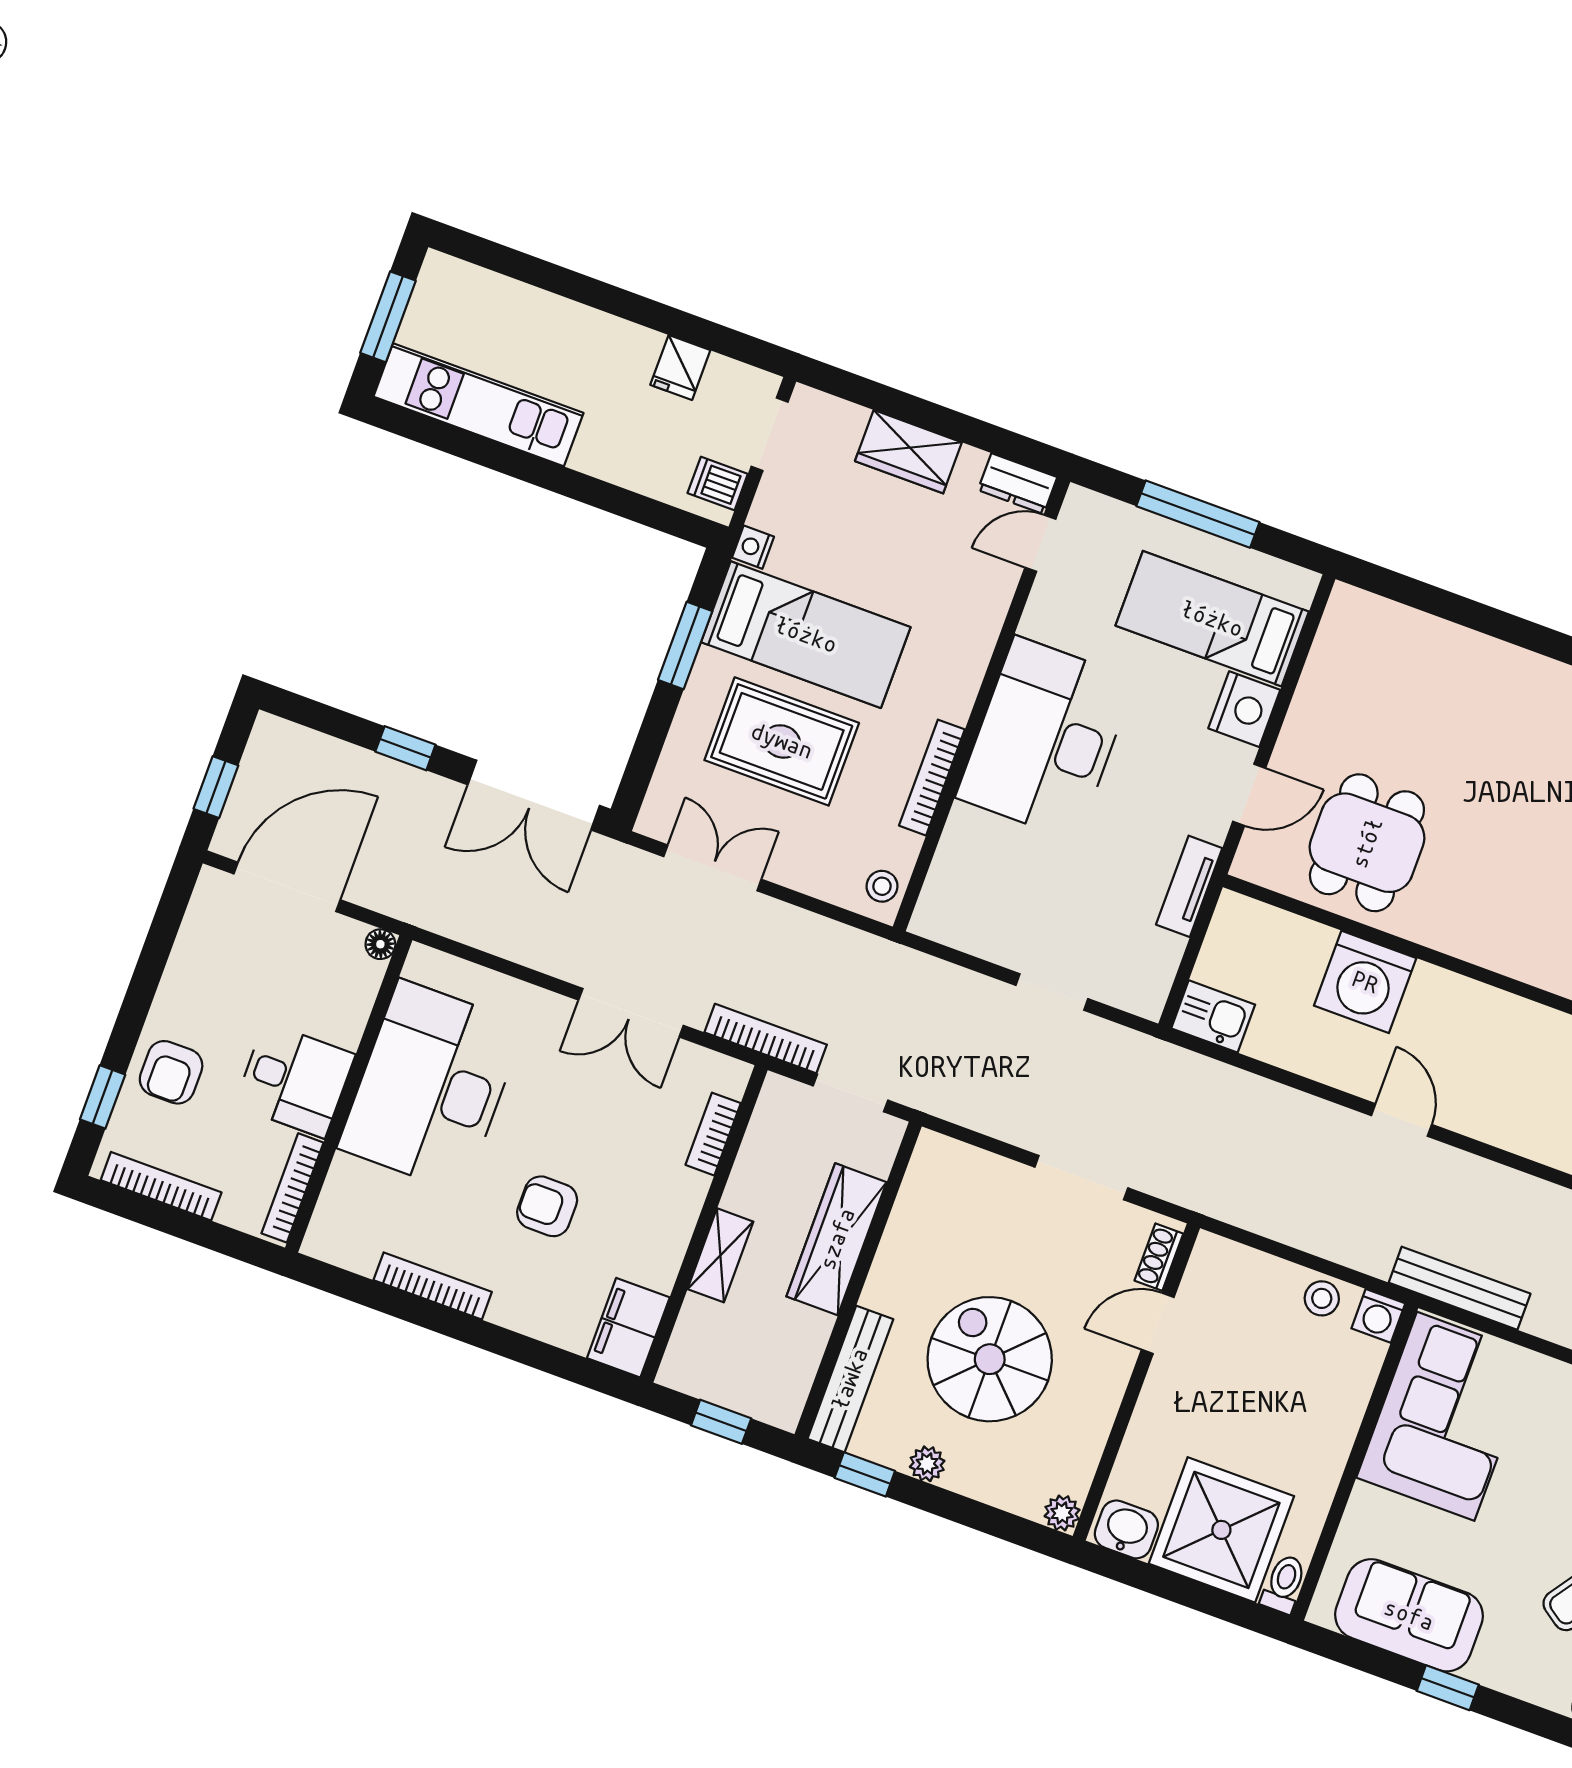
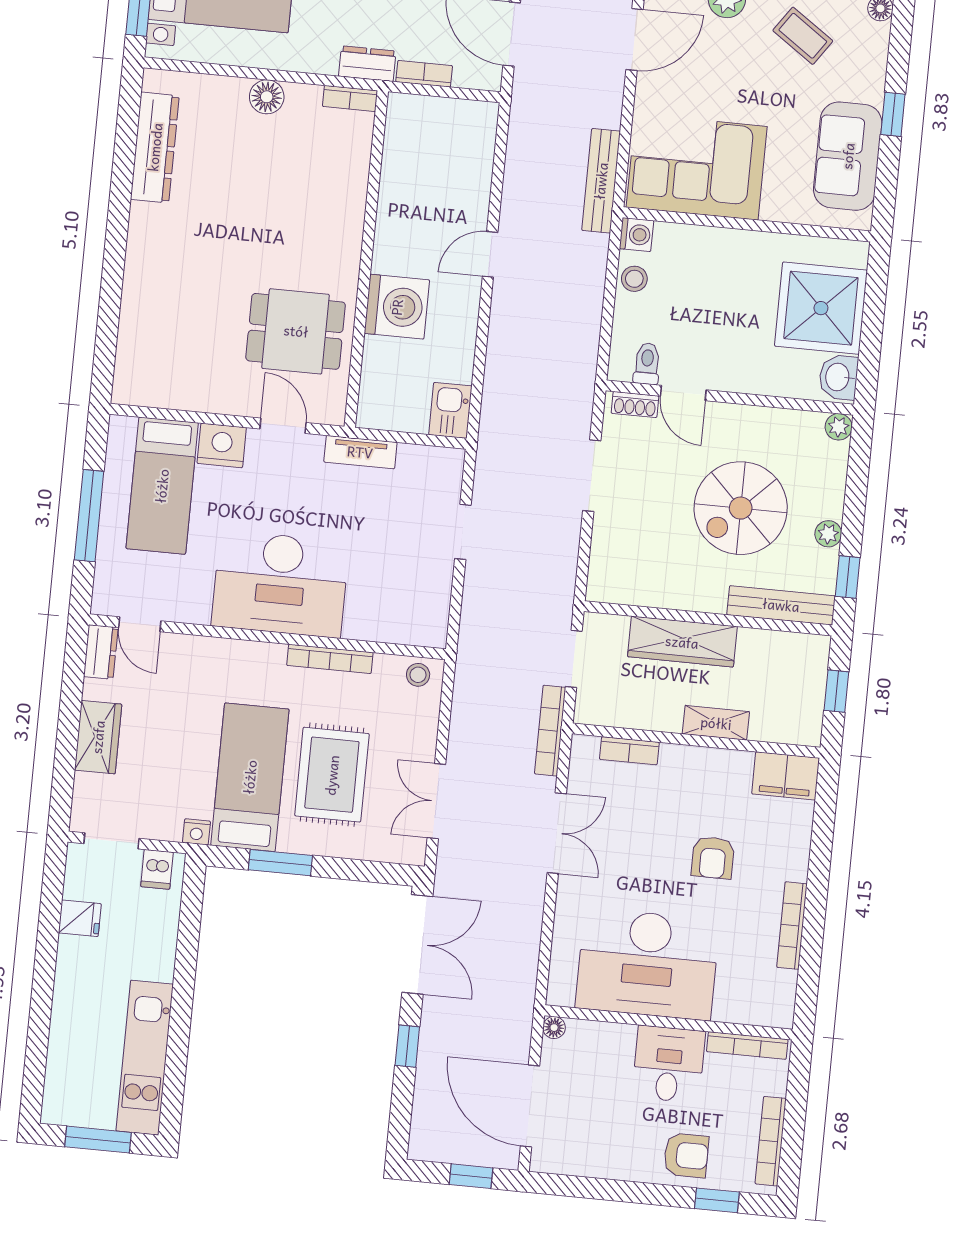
toilet: (1284, 1584) -> (647, 364), moved, turned 90

